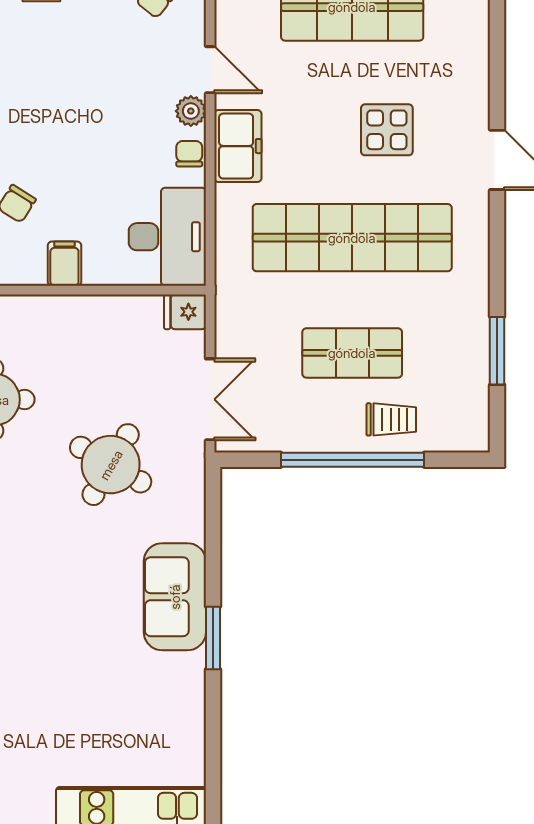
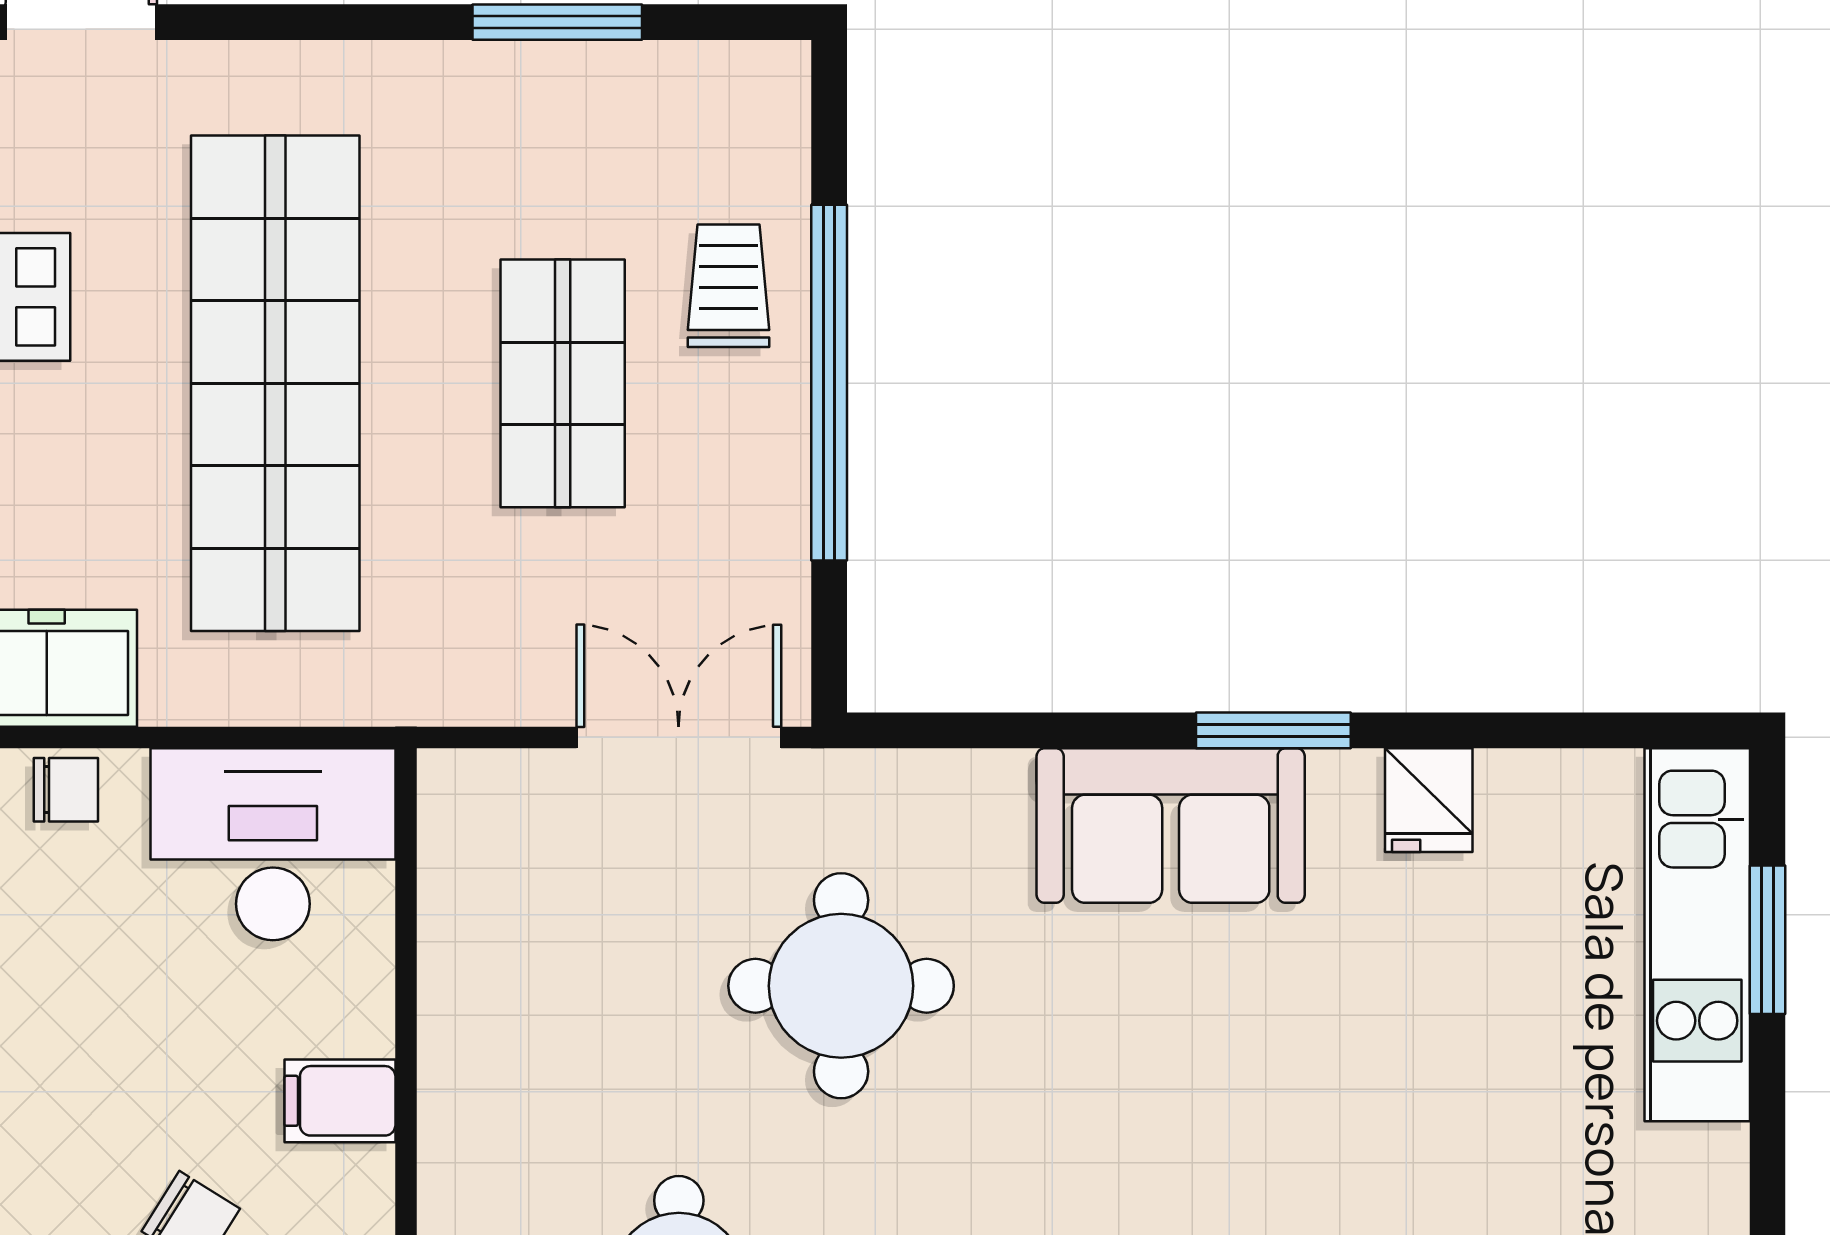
chair: (189, 154) -> (66, 790), turned 180
fridge: (185, 312) -> (1429, 800), moved
round table: (111, 465) -> (841, 986), turned -30

